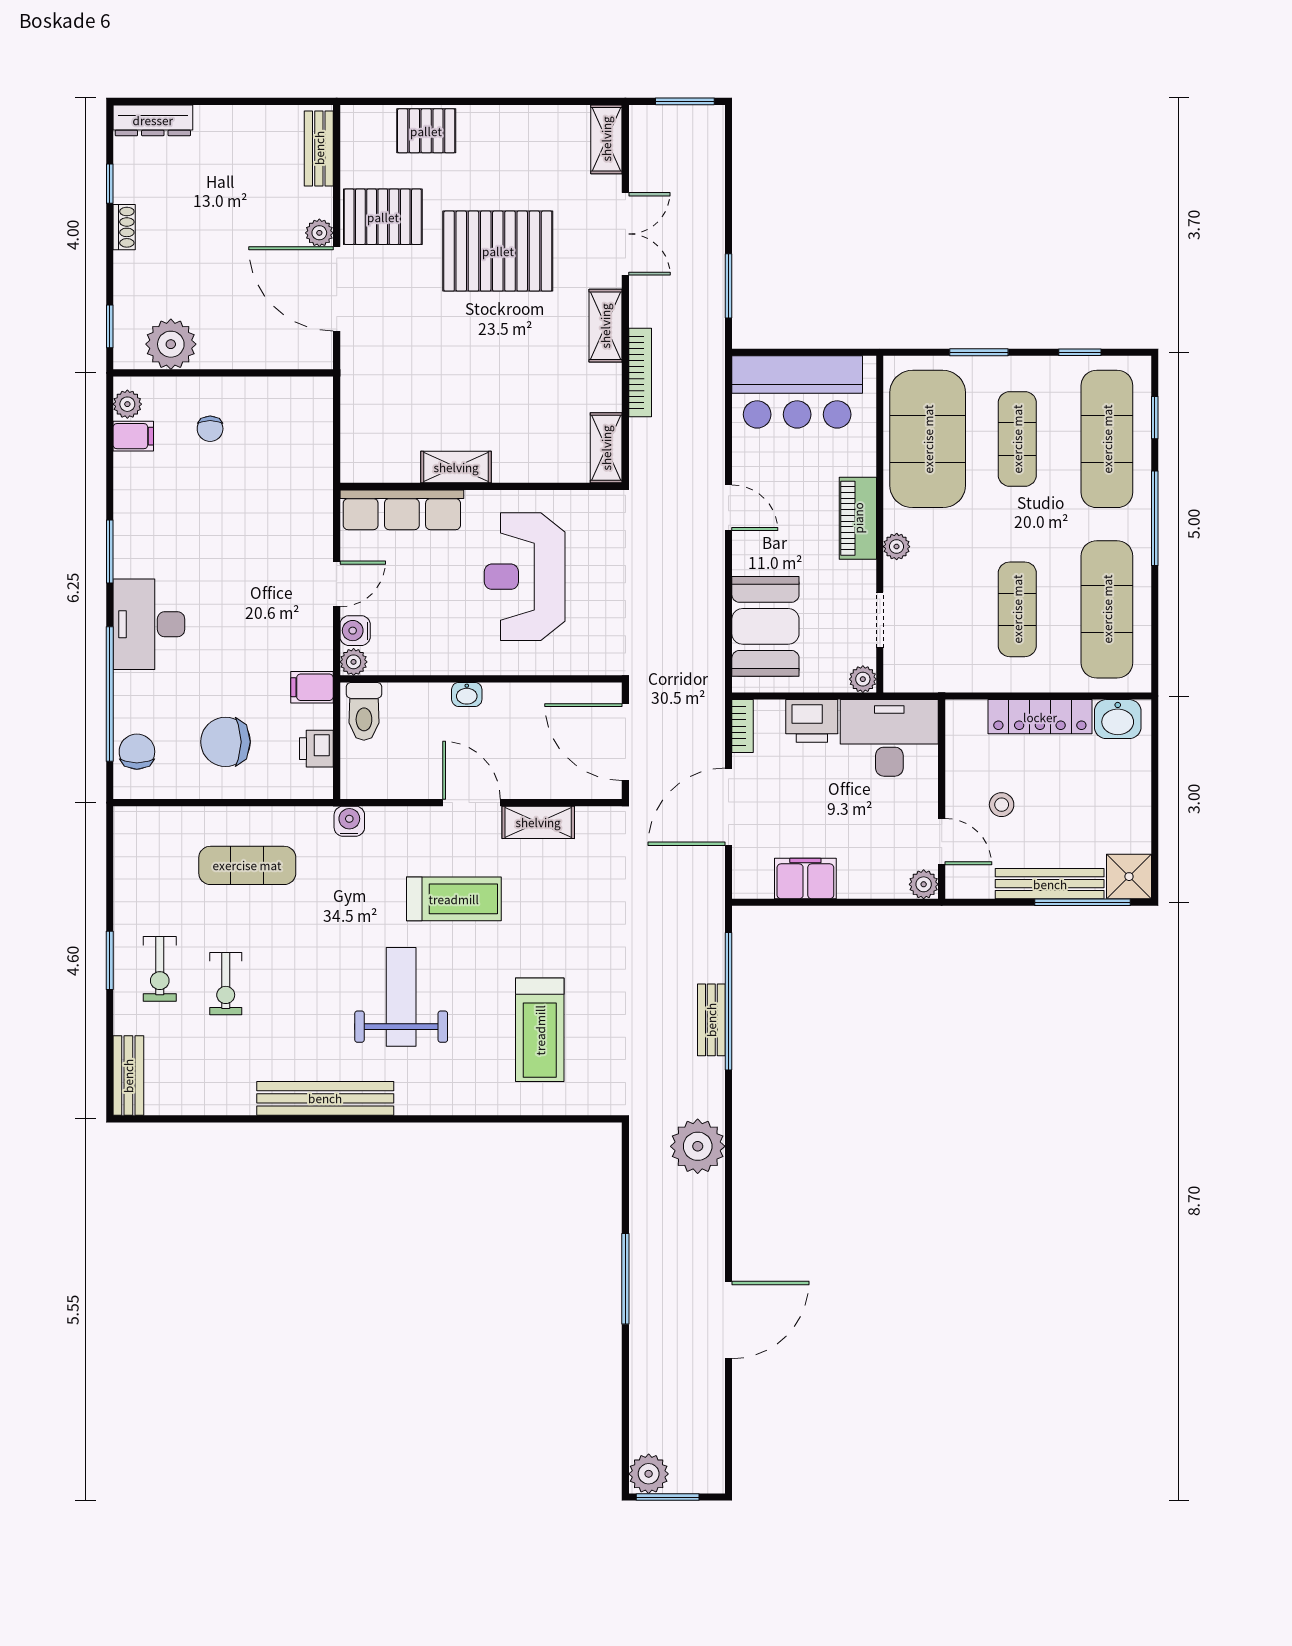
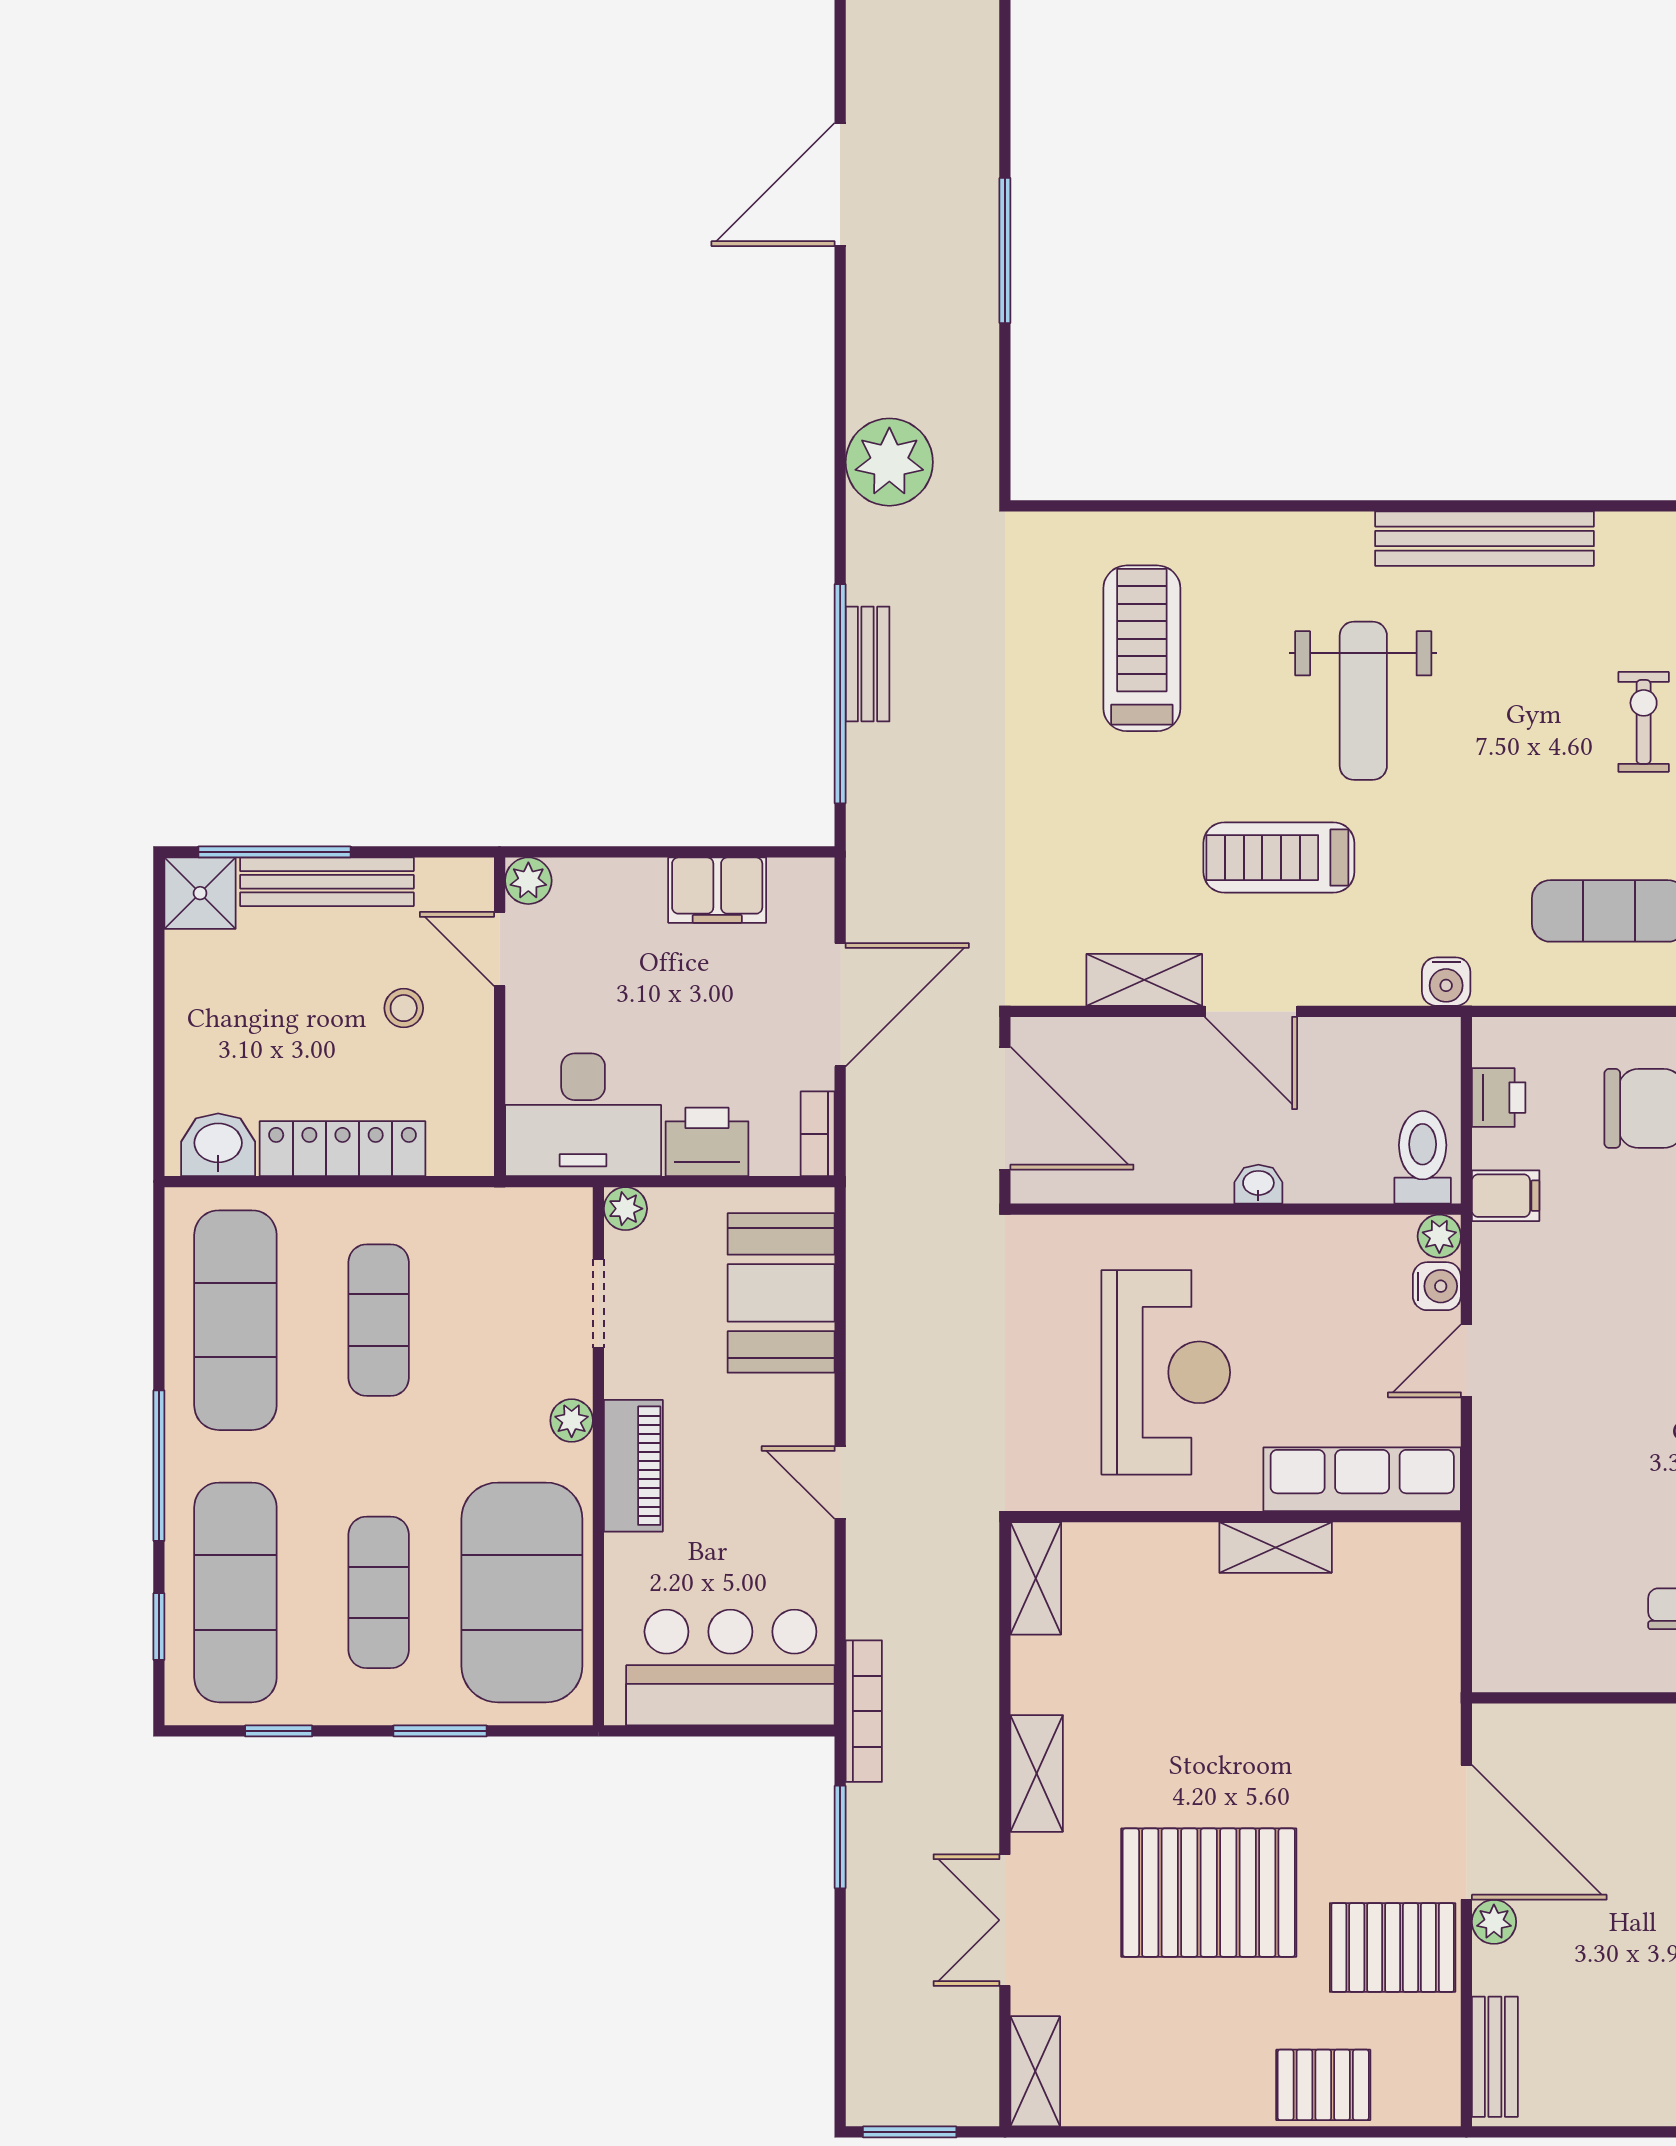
bookcase: (640, 372) -> (864, 1711), moved, turned 180

